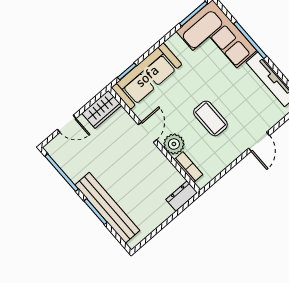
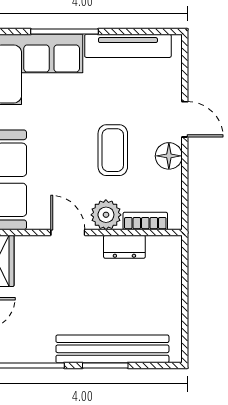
coffee table: (210, 118) -> (113, 150), turned 90
floor lamp: (233, 150) -> (169, 156), added
dresser: (182, 196) -> (124, 247), moved, turned -90

